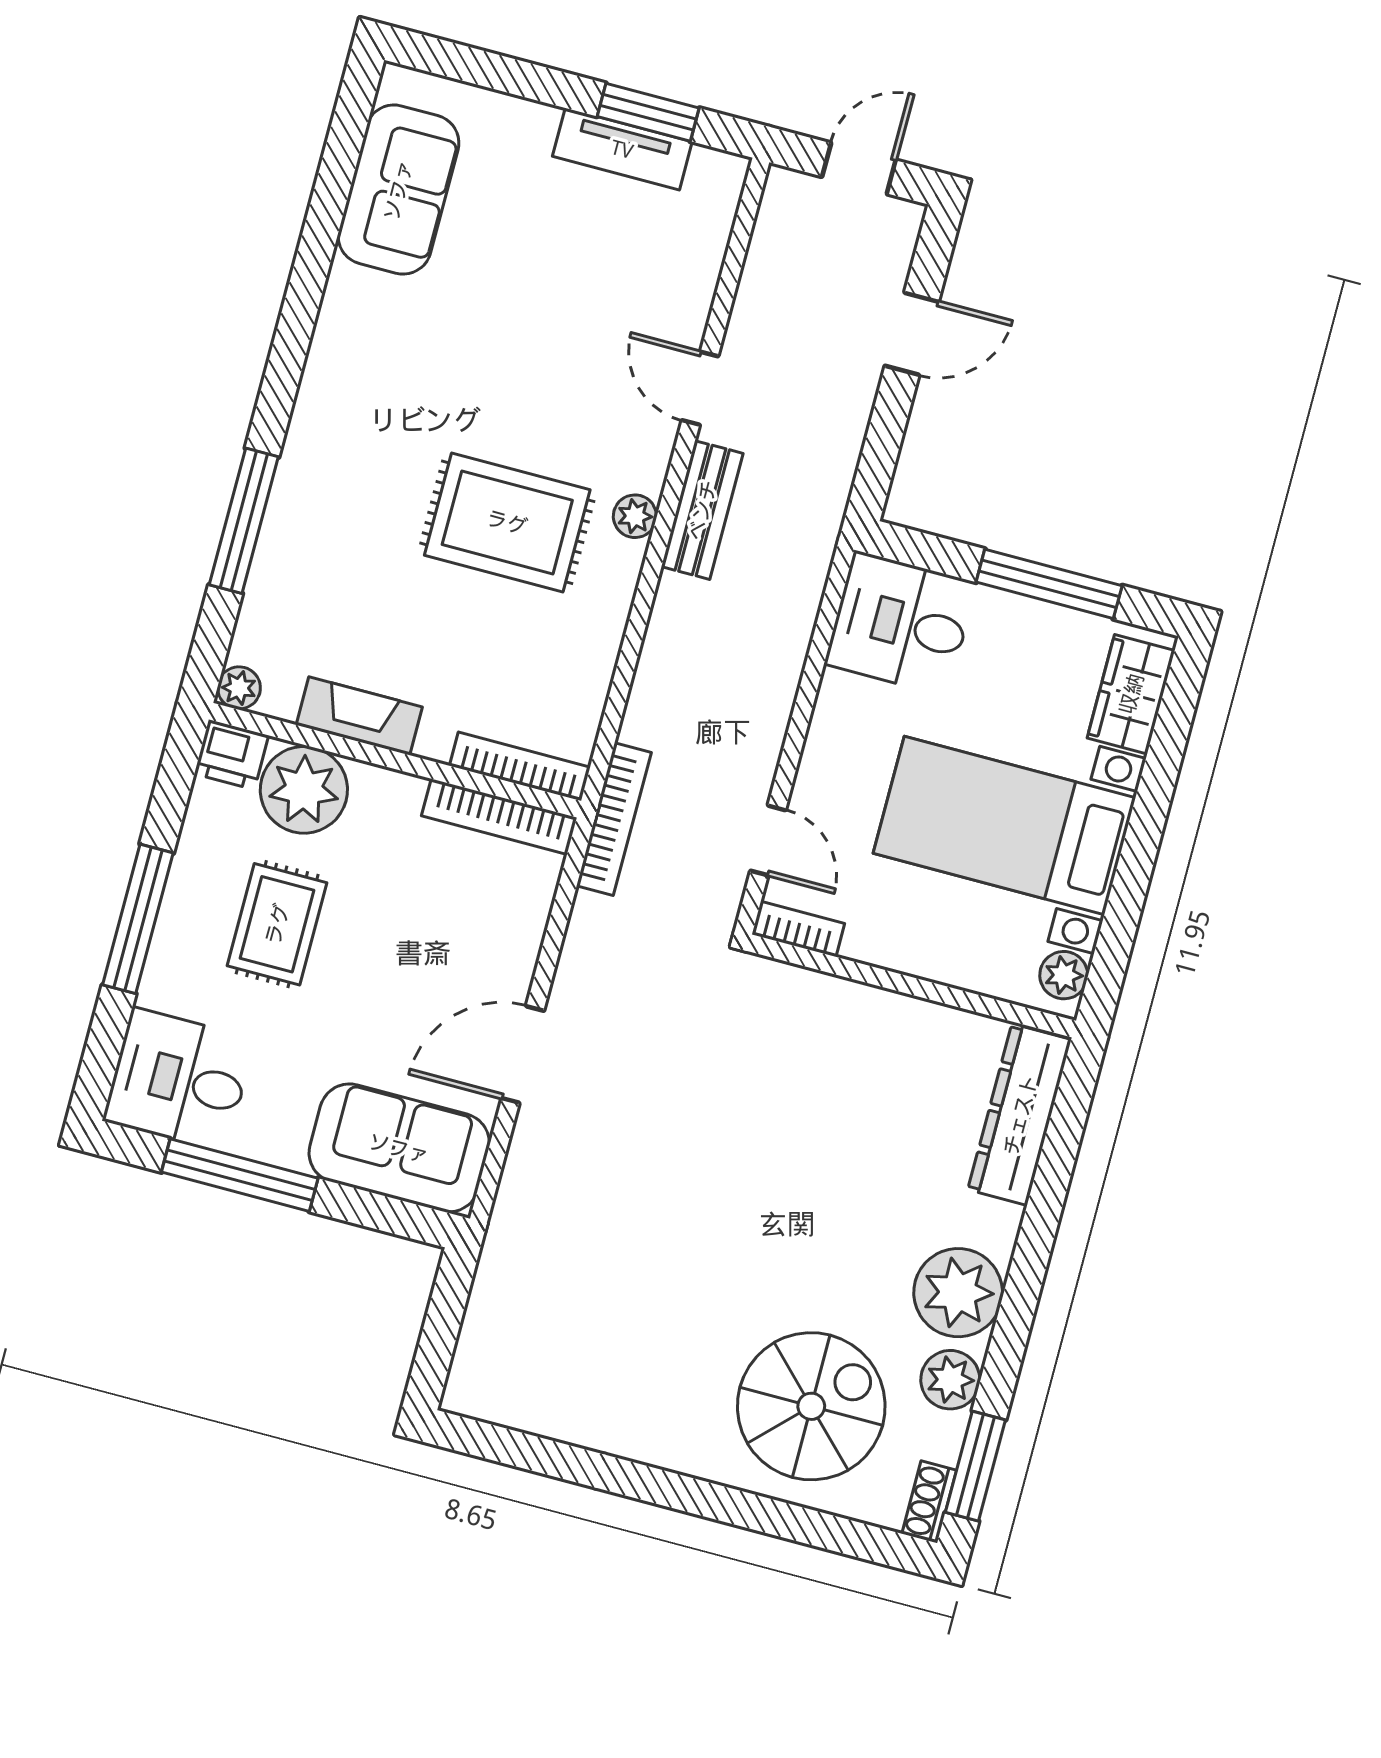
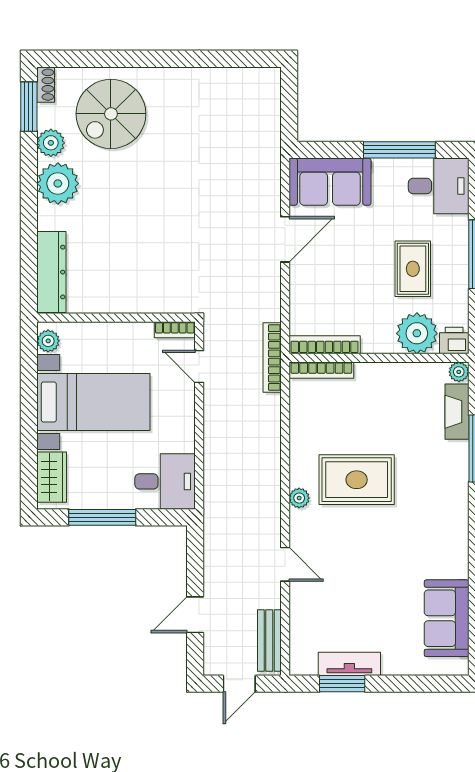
bench: (702, 510) -> (269, 641), moved
fireplace: (359, 716) -> (457, 412), moved, turned 90

